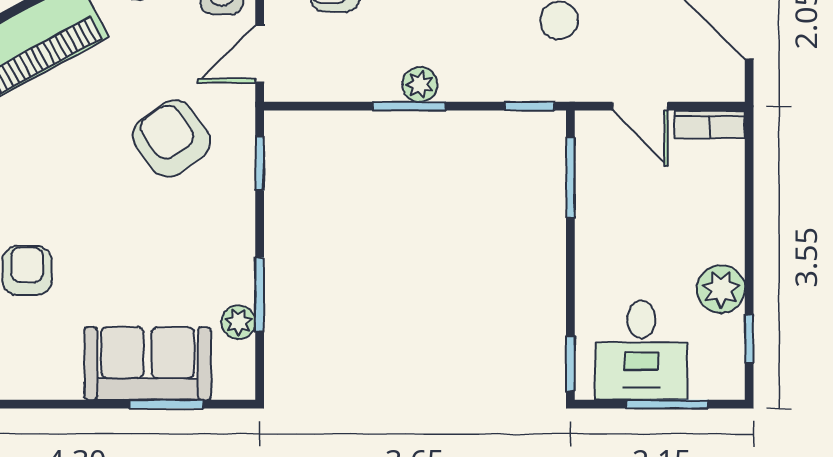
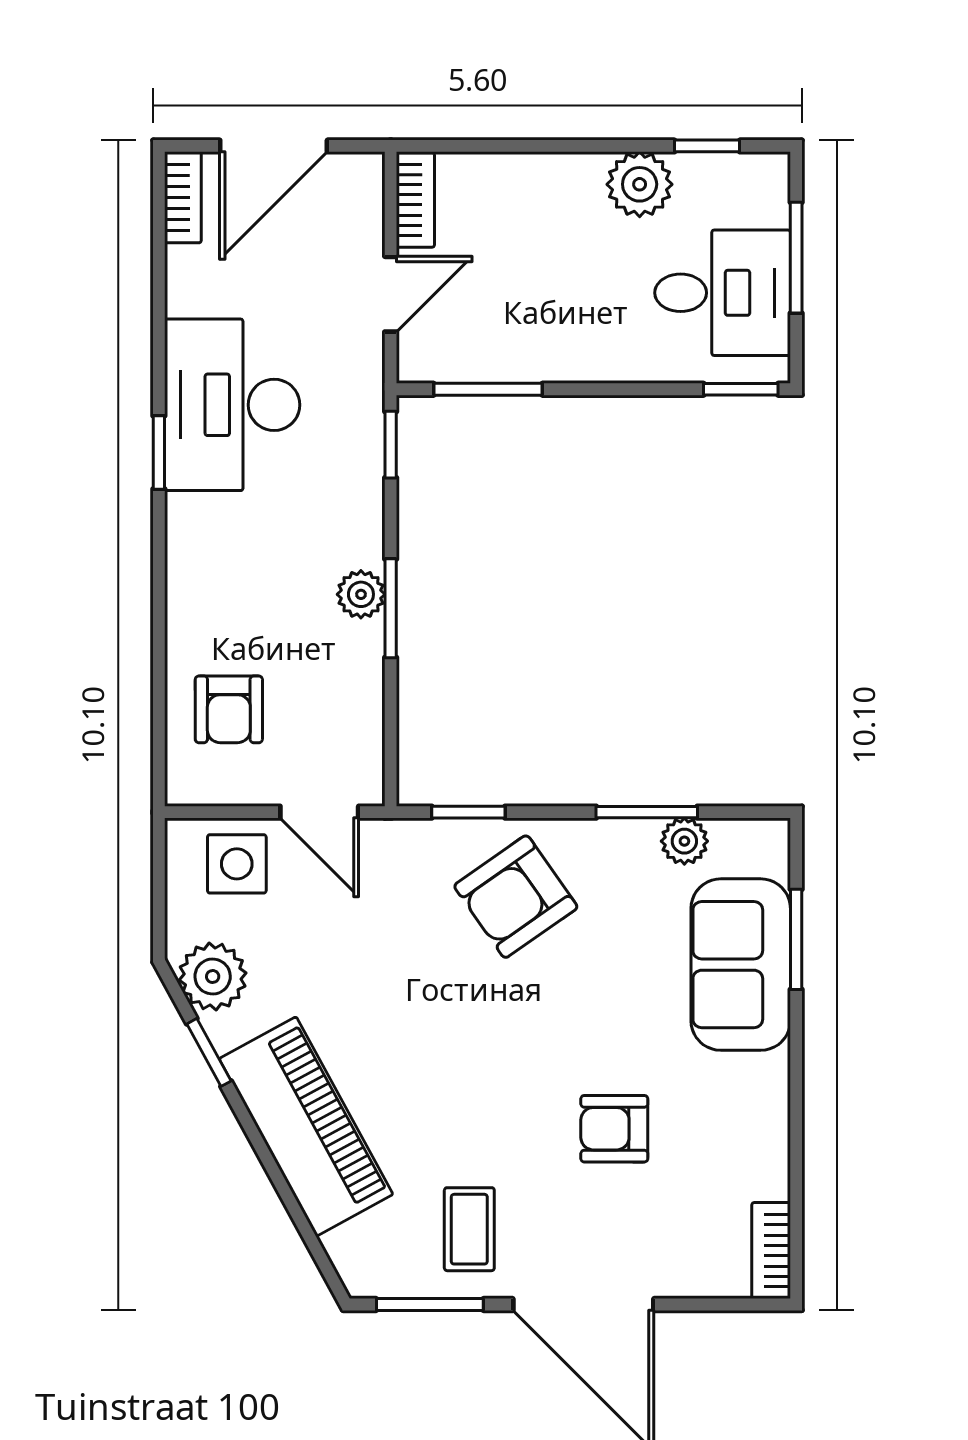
armchair: (171, 139) -> (516, 897), moved

